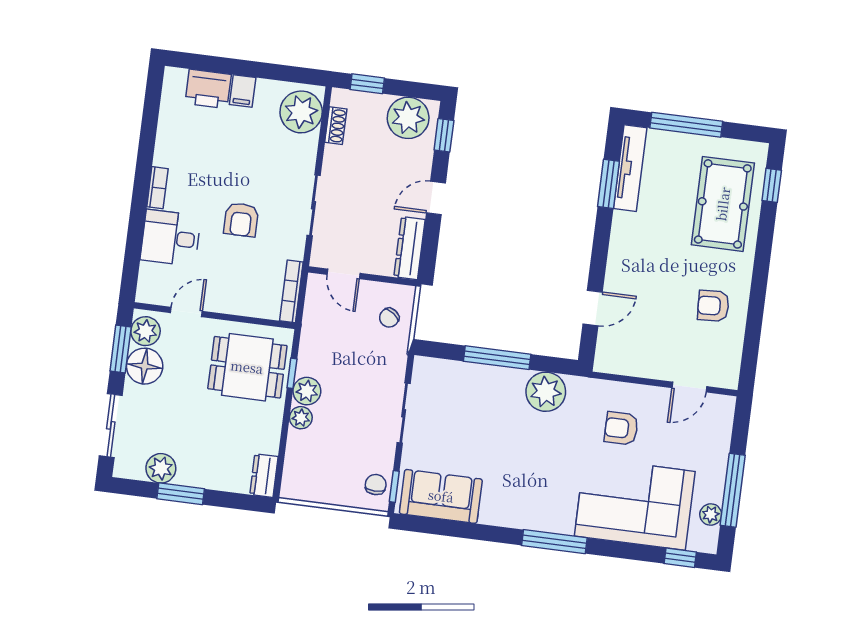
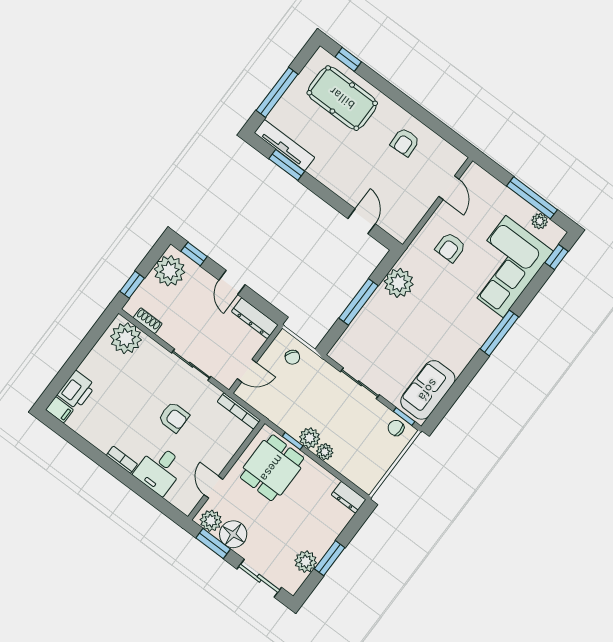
filing cabinet: (243, 91) -> (60, 410), moved

